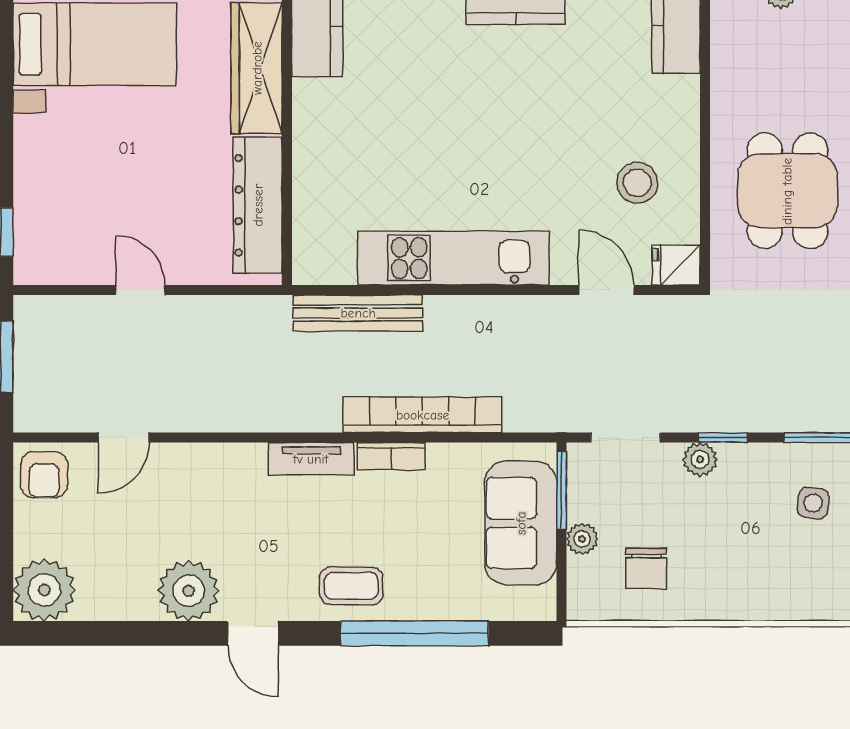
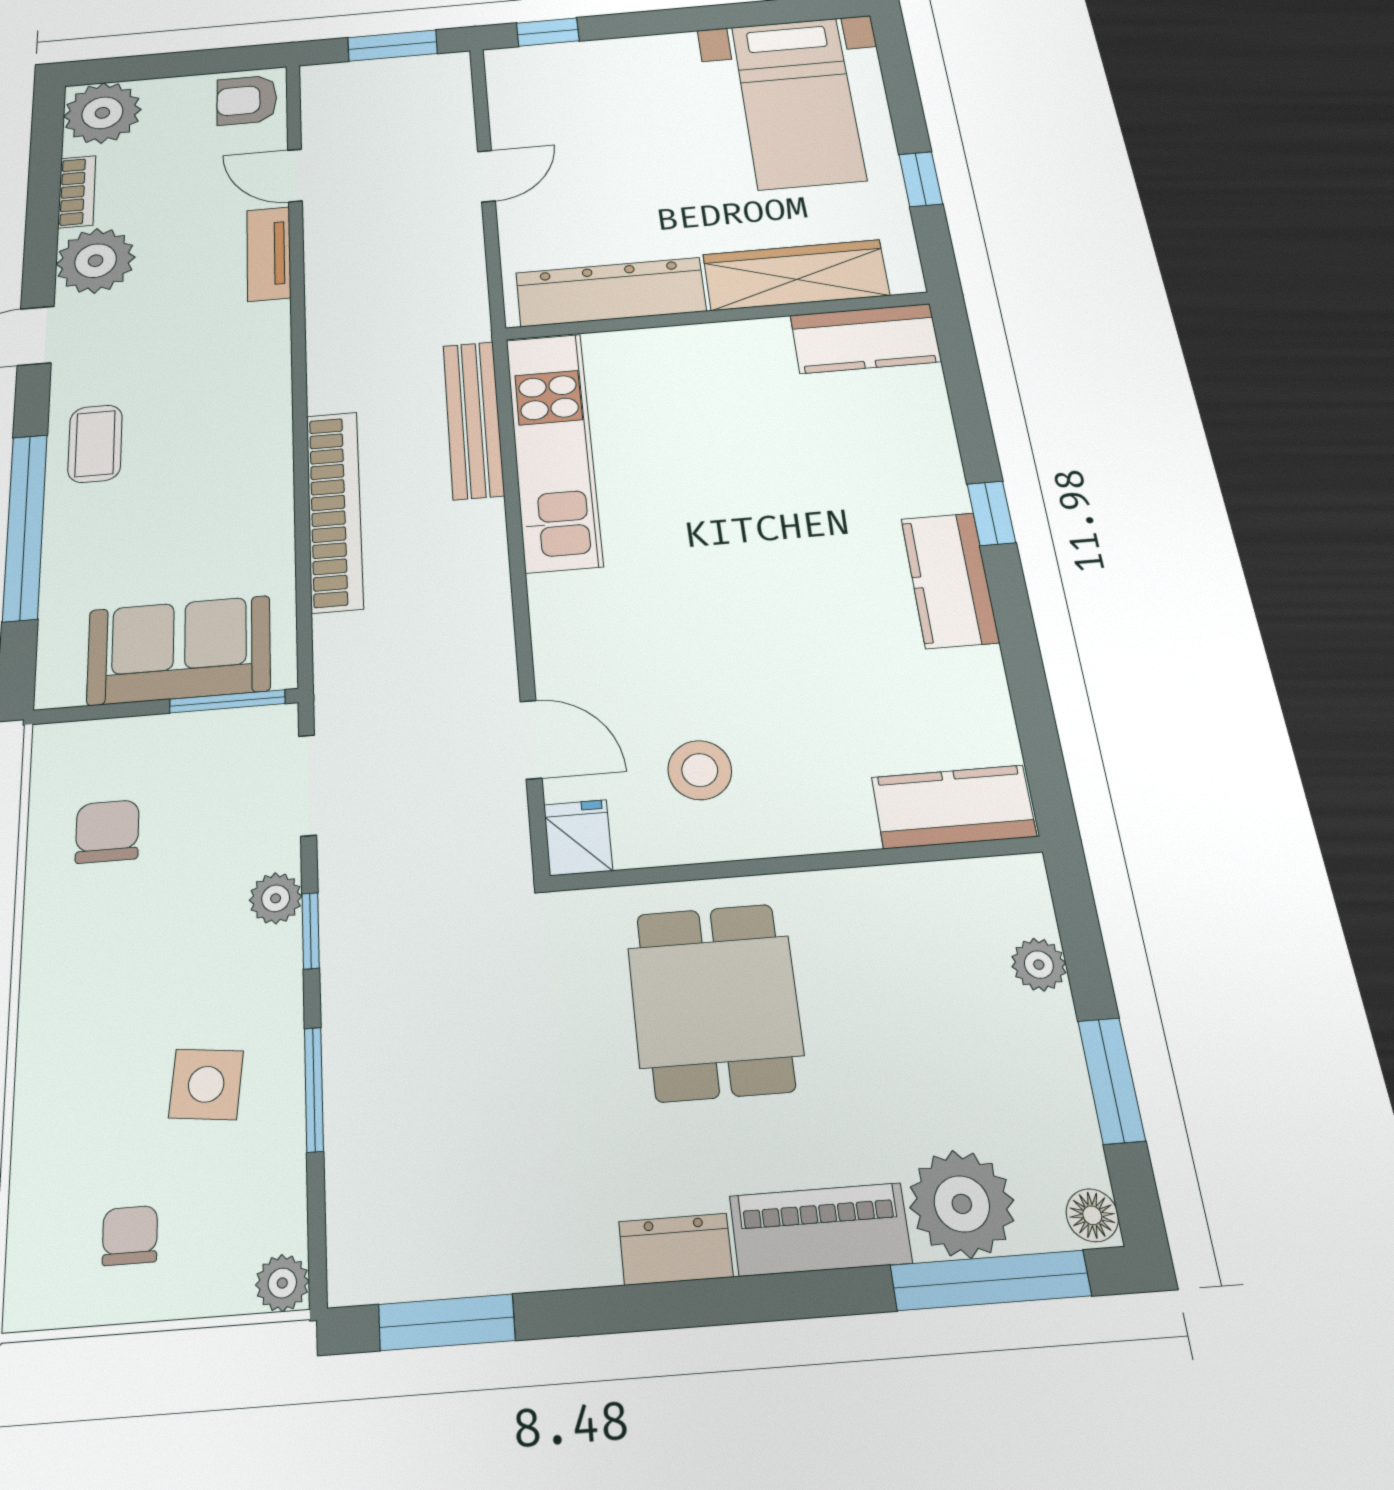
dining table: (787, 191) -> (715, 1001), turned 90
kitchen unit: (453, 258) -> (553, 450), moved
door: (606, 290) -> (531, 740), hinge flipped
bookcase: (391, 456) -> (77, 192), moved, turned 180
tv unit: (311, 459) -> (269, 254), moved
side table: (813, 503) -> (206, 1084), width x1.37, depth x1.37
plant: (582, 539) -> (154, 736), removed
chair: (646, 568) -> (107, 831), turned 90

